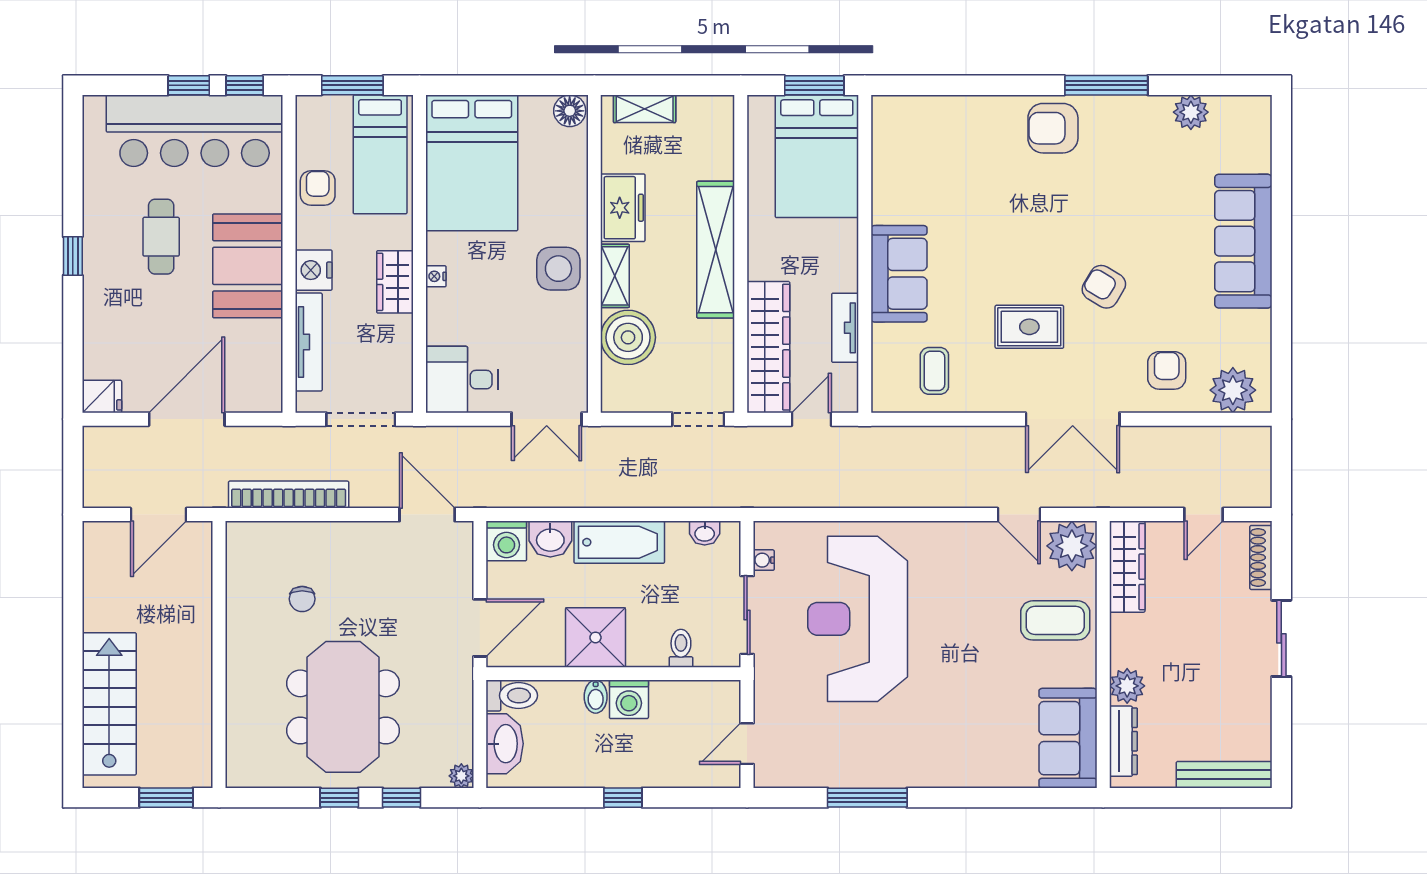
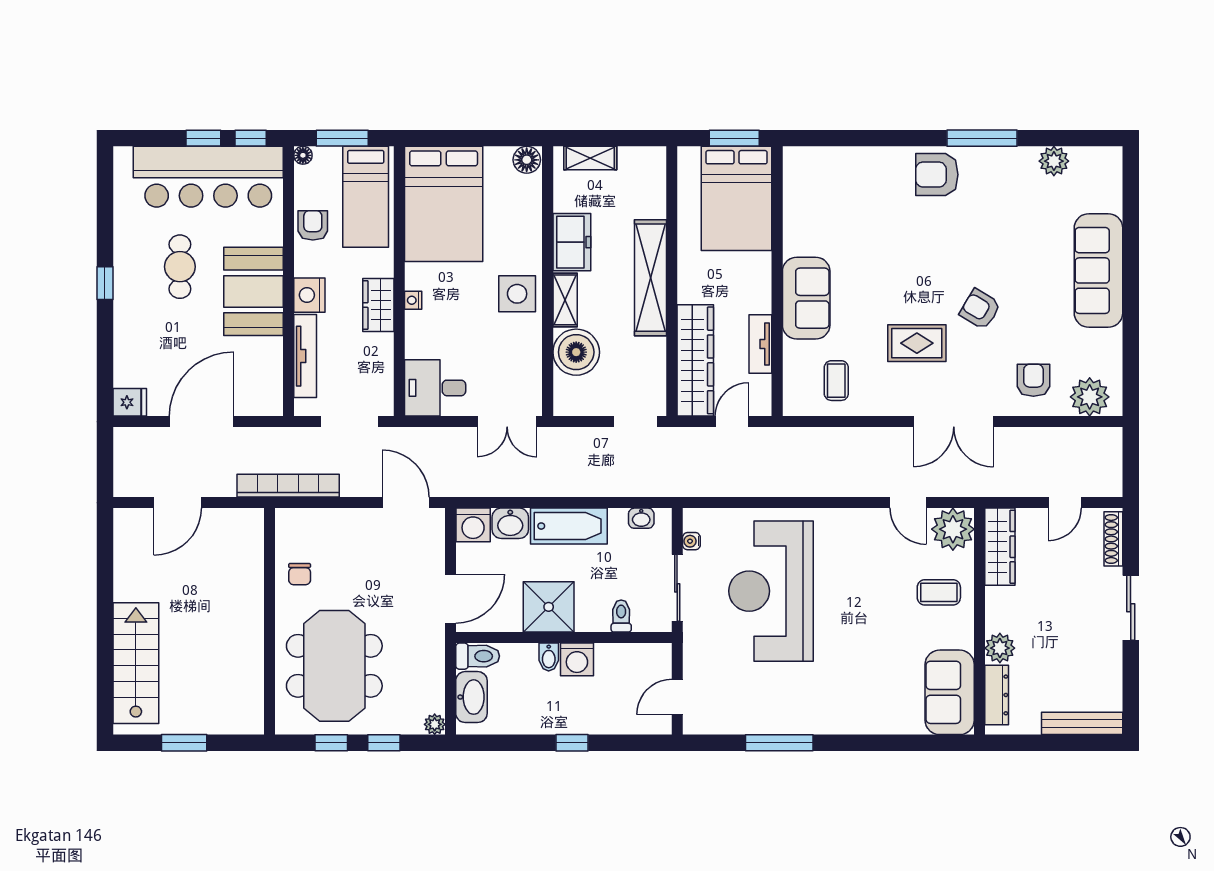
floor lamp: (306, 105) -> (303, 155), added
coffee table: (1055, 620) -> (939, 592), width x0.73, depth x0.77
wall: (219, 655) -> (270, 621), moved

